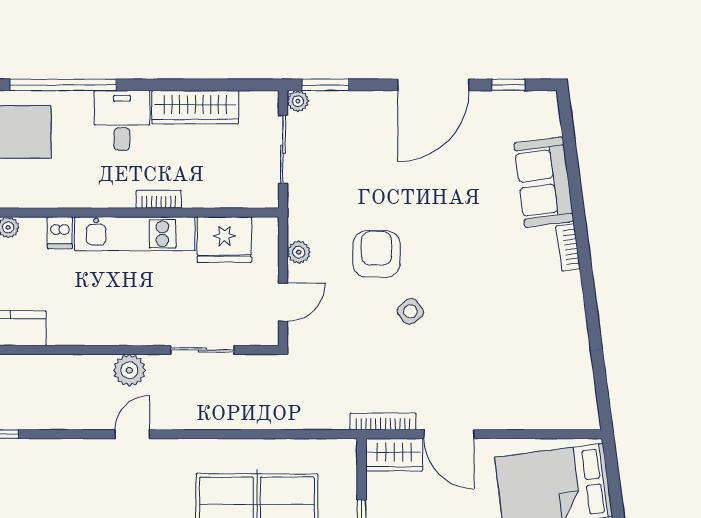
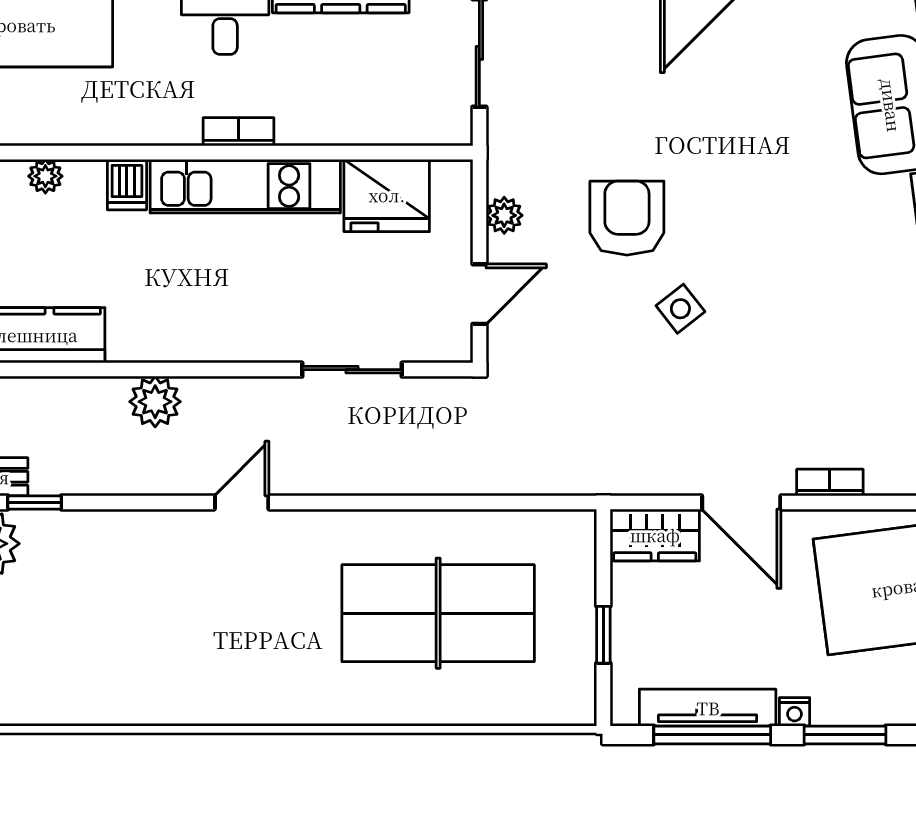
bookcase: (159, 199) -> (239, 132), moved
plant: (129, 370) -> (155, 402), moved
bookcase: (383, 421) -> (830, 482), moved, width x0.64

